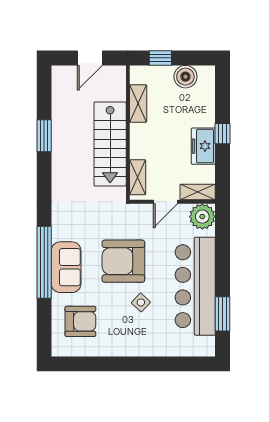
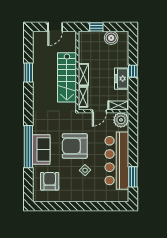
shelving: (138, 103) -> (83, 75), moved
armchair: (80, 321) -> (50, 181), turned -90

